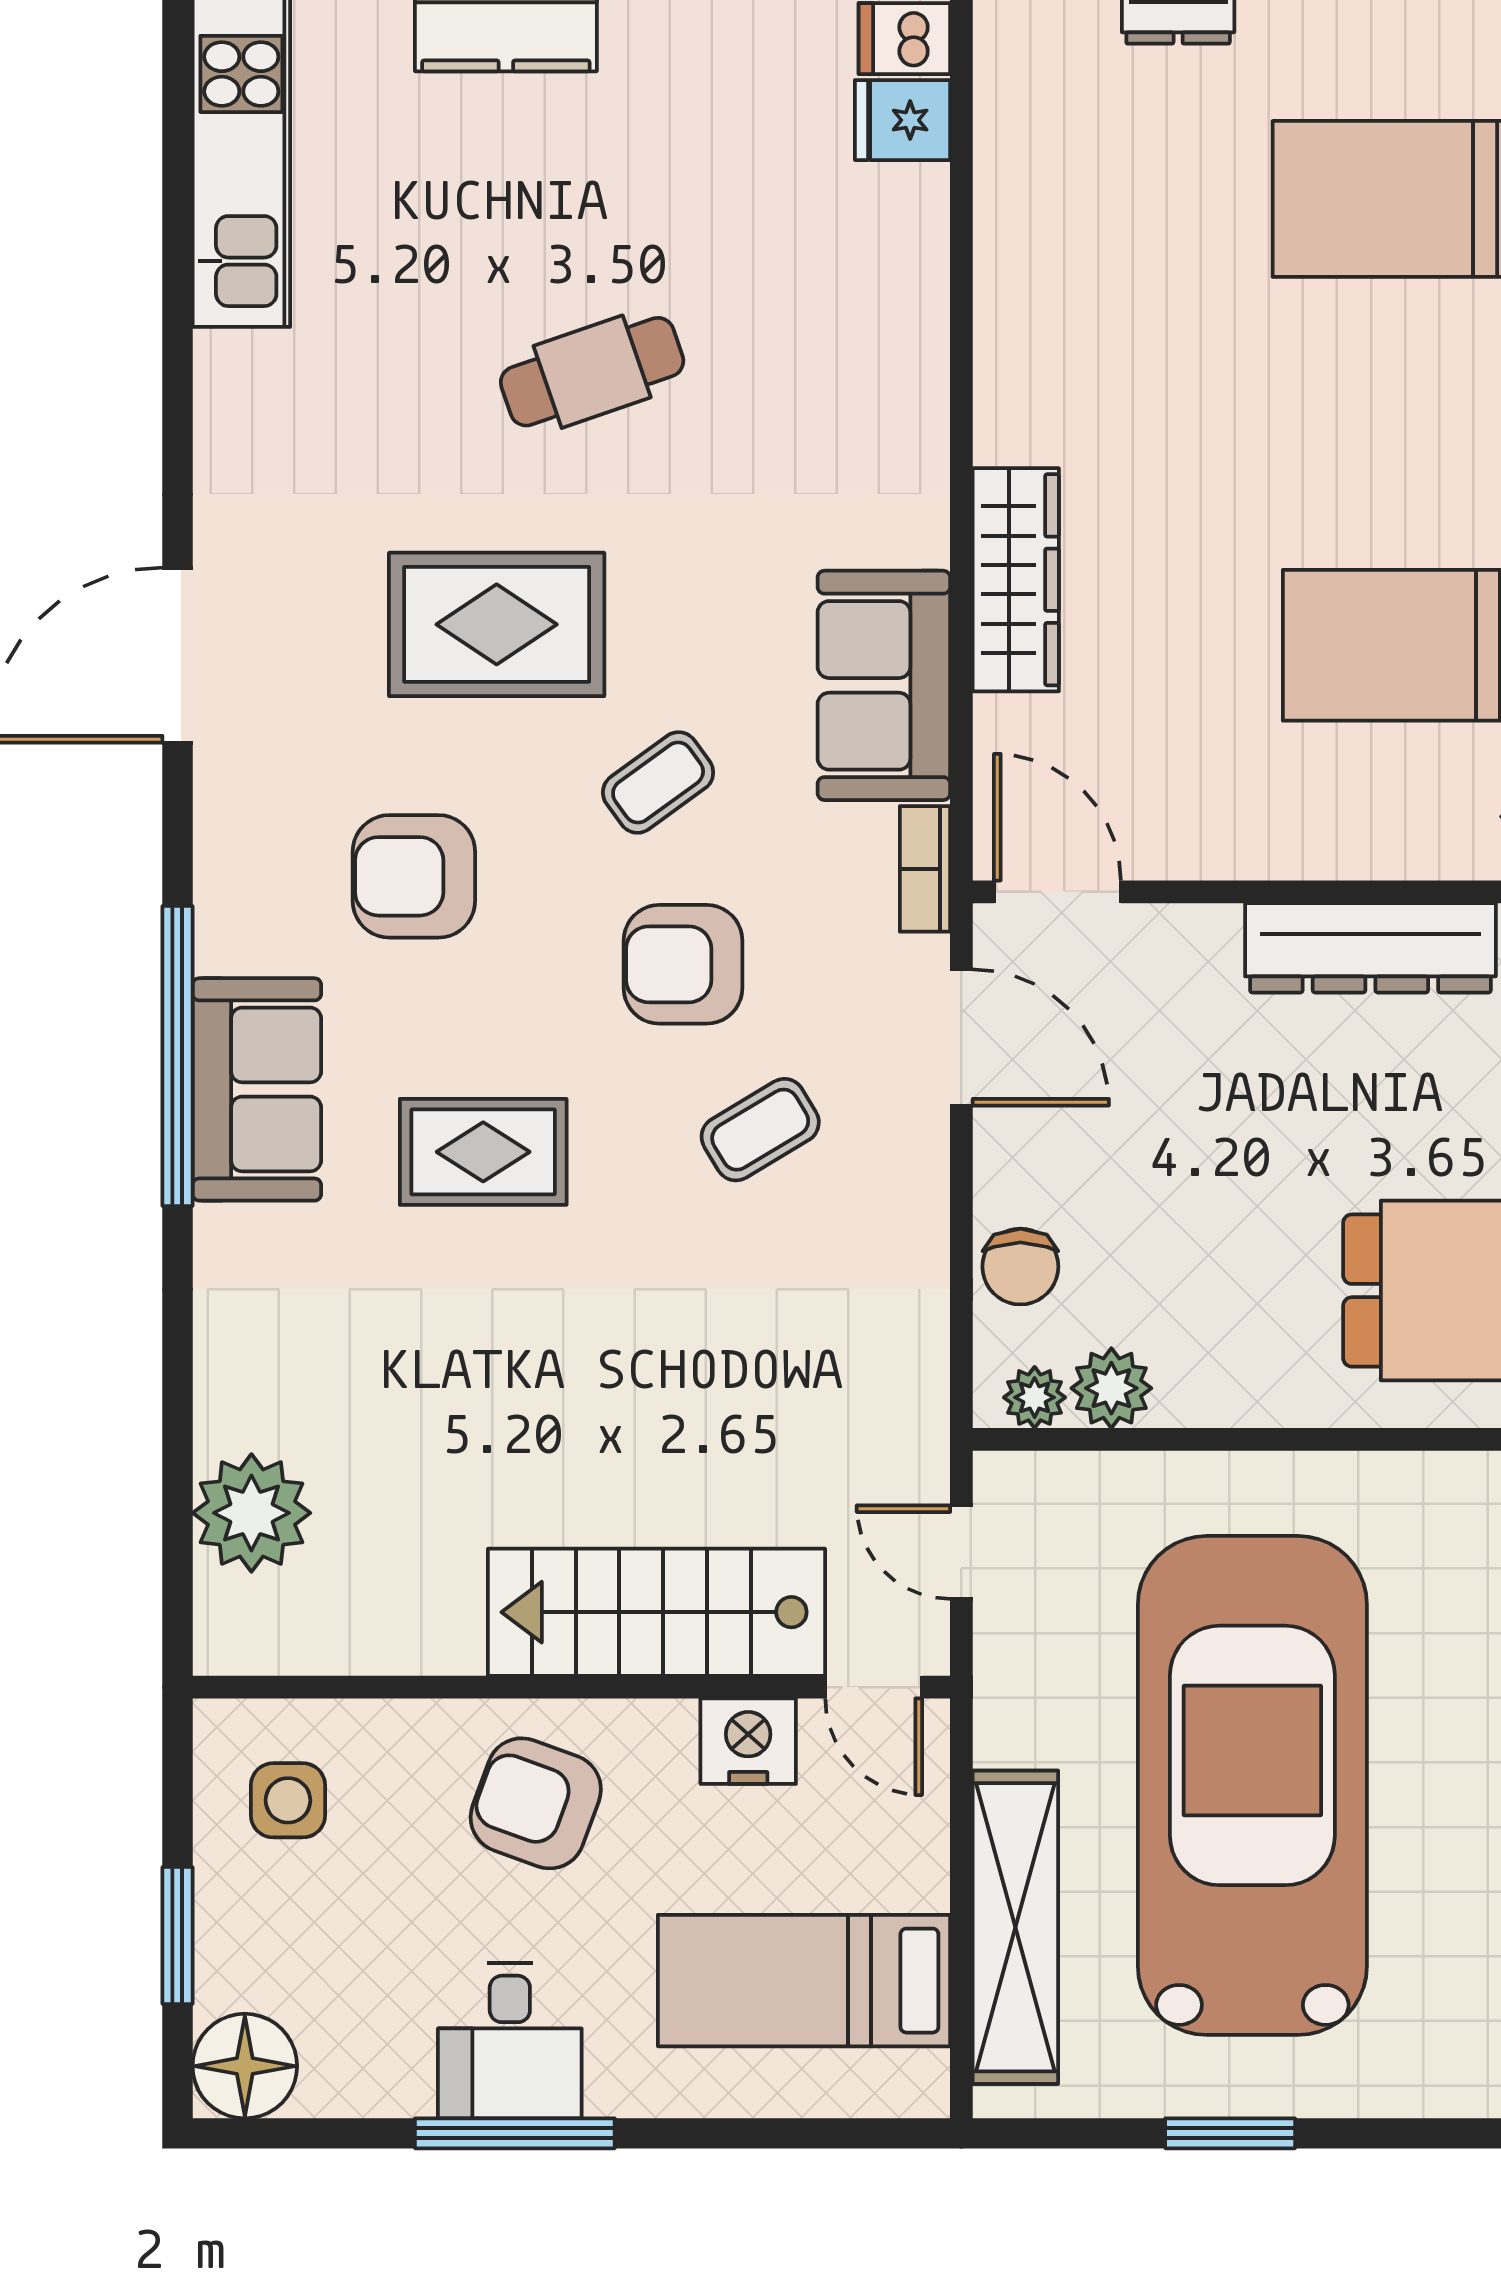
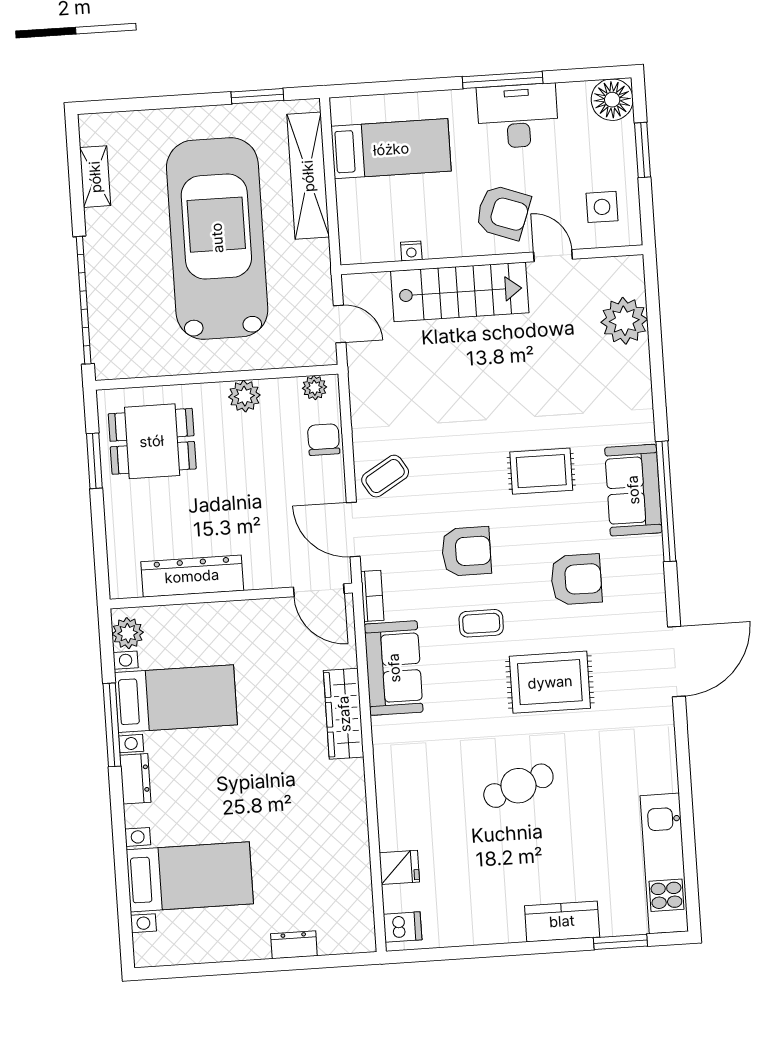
fridge: (902, 120) -> (399, 867), moved
coffee table: (658, 782) -> (481, 623), turned 36
coffee table: (760, 1130) -> (385, 476), moved
plant: (1111, 1388) -> (244, 396), moved
door: (874, 1687) -> (553, 256), moved
nightstand: (748, 1741) -> (411, 251), width x0.53, depth x0.56
car: (1252, 1785) -> (217, 238), turned 180
desk: (510, 2041) -> (518, 116), width x1.37
window: (1230, 2133) -> (257, 96), moved

